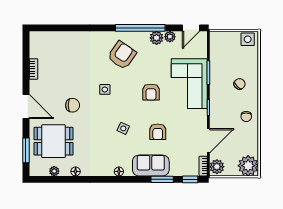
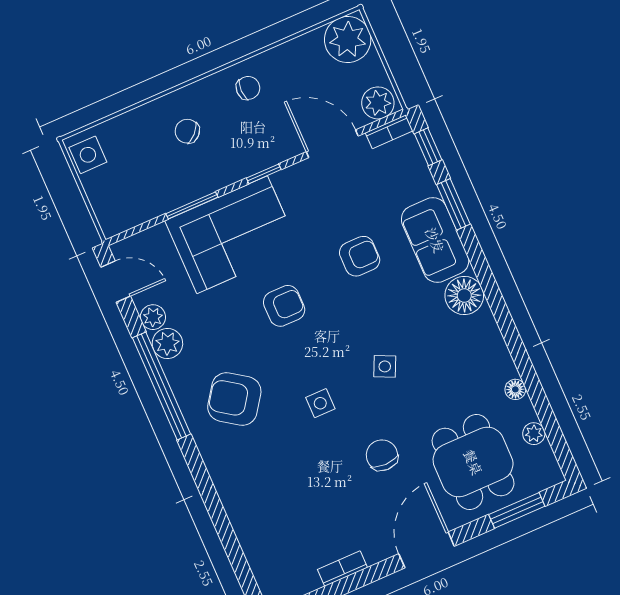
side table: (123, 128) -> (385, 366), moved
floor lamp: (119, 171) -> (464, 295), width x1.89, depth x1.89

